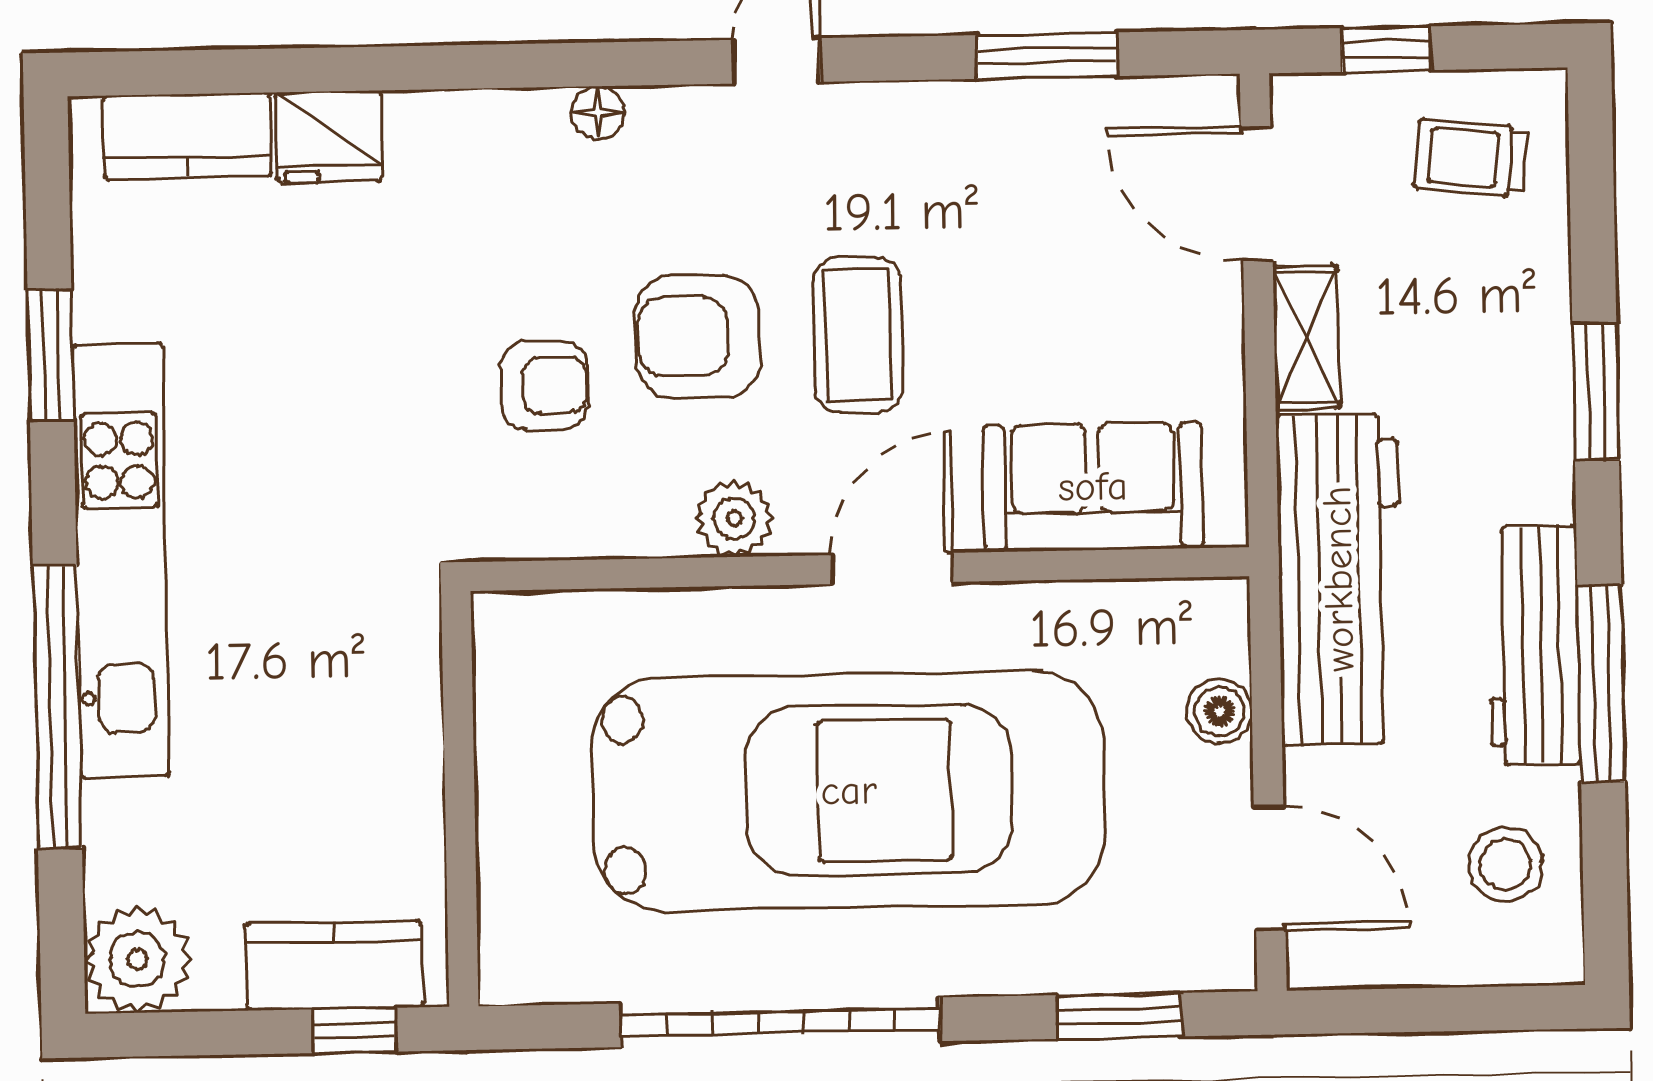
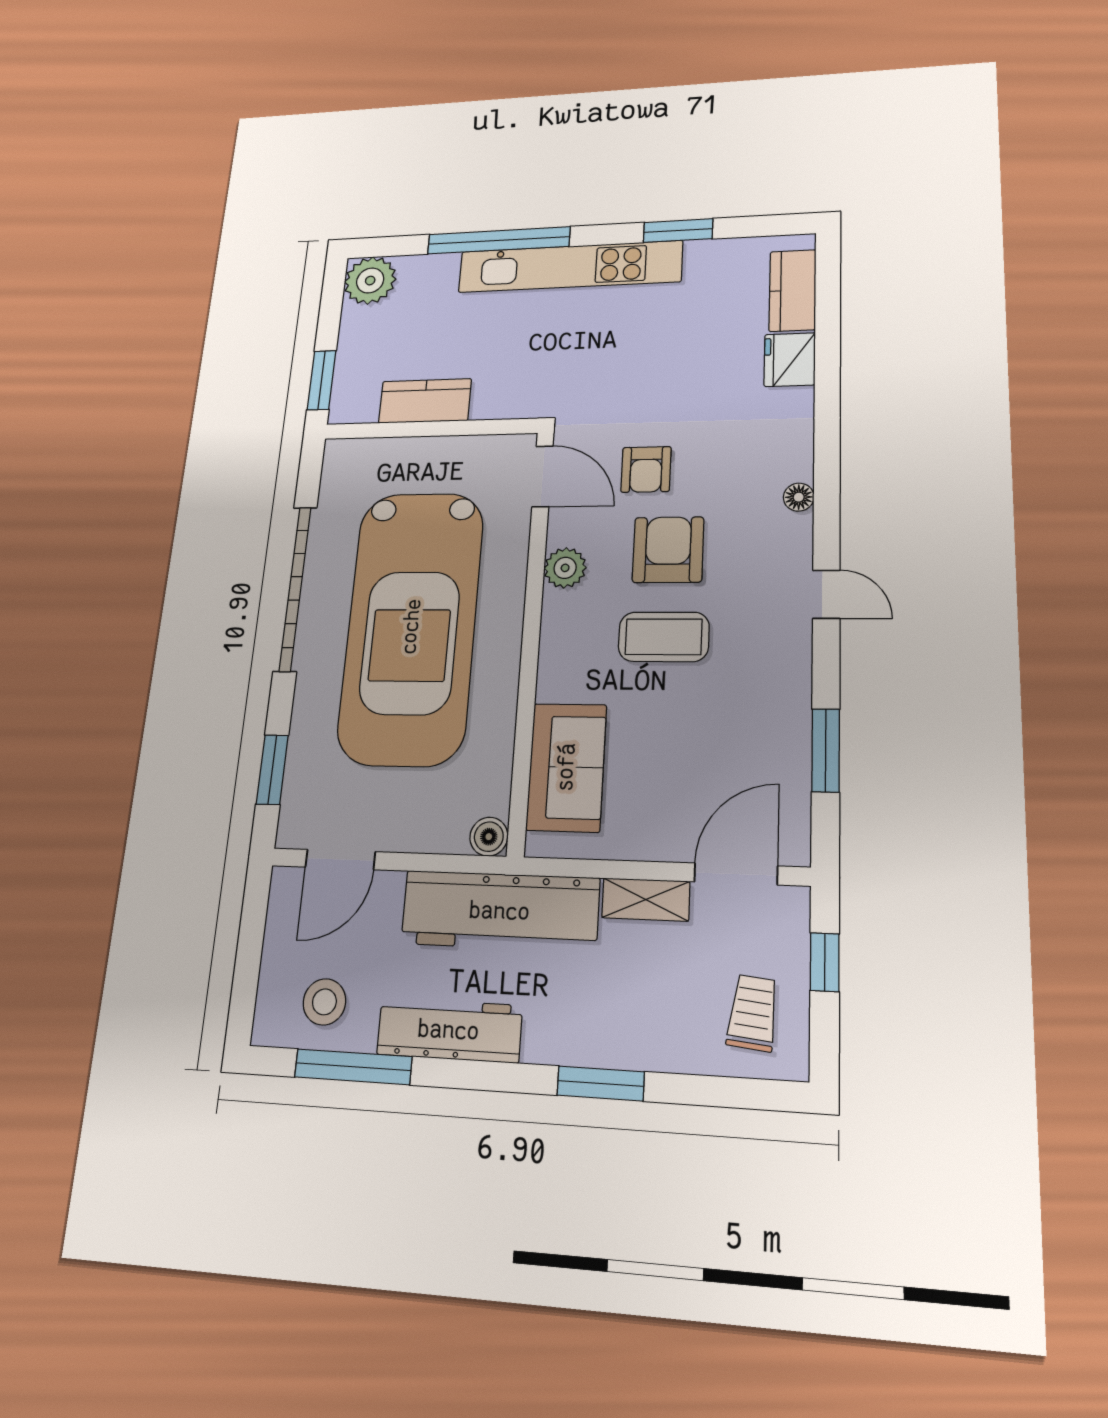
door: (892, 569) -> (542, 476), moved
window: (1601, 684) -> (353, 1067), moved
boiler: (1219, 711) -> (489, 837), moved
kitchen counter: (334, 965) -> (425, 401), moved, turned -90
window: (354, 1030) -> (322, 380), width x1.50

